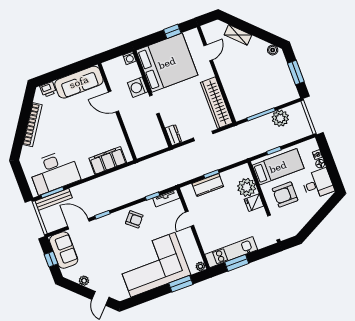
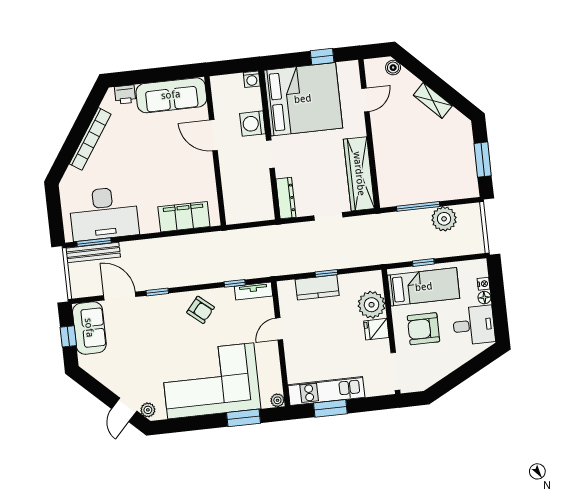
shelving: (238, 35) -> (433, 101), moved
boiler: (273, 50) -> (393, 68), moved
dresser: (173, 135) -> (286, 198), width x1.44
plant: (84, 281) -> (148, 410), moved

